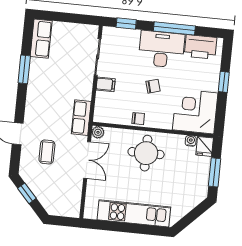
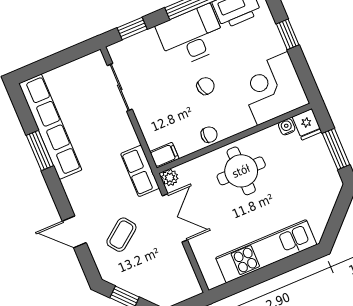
row of seats: (41, 39) -> (50, 127), width x2.02
filing cabinet: (106, 84) -> (164, 155), moved
coffee table: (47, 152) -> (121, 235), turned 53

